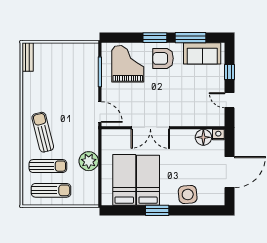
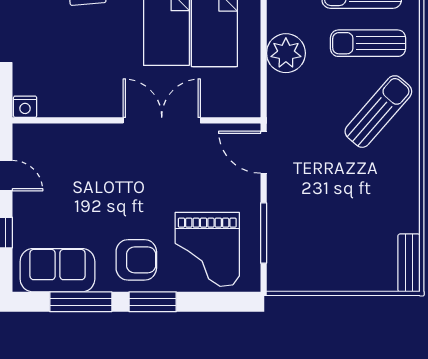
sun lounger: (43, 132) -> (378, 112), turned -125
floor lamp: (203, 137) -> (55, 101), removed

